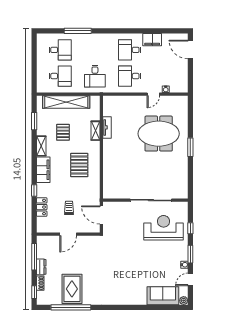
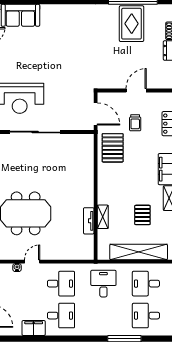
pallet: (79, 165) -> (113, 148), moved

